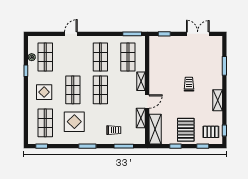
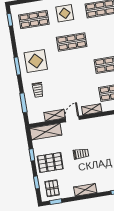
trolley: (189, 84) -> (81, 154), moved
shop shelf: (100, 90) -> (76, 70), removed
door: (147, 101) -> (72, 119), swing flipped
display table: (74, 122) -> (36, 61), moved

